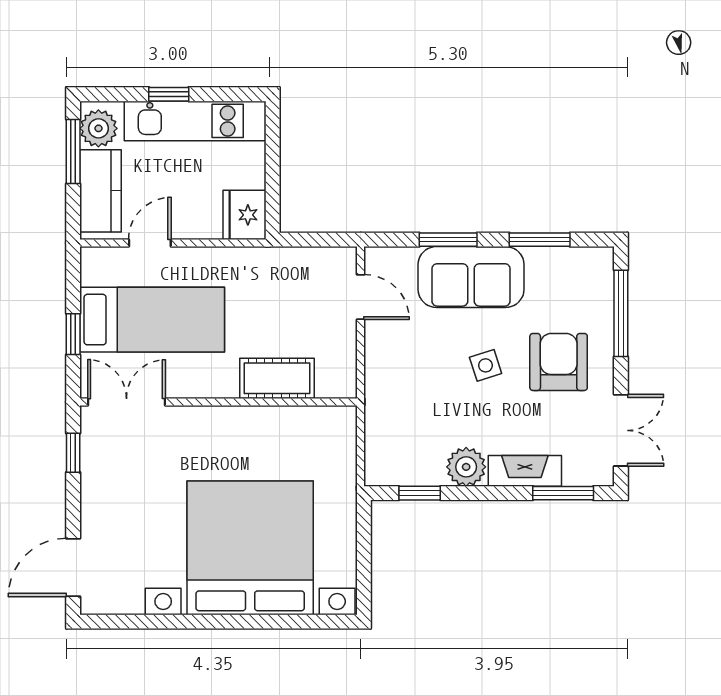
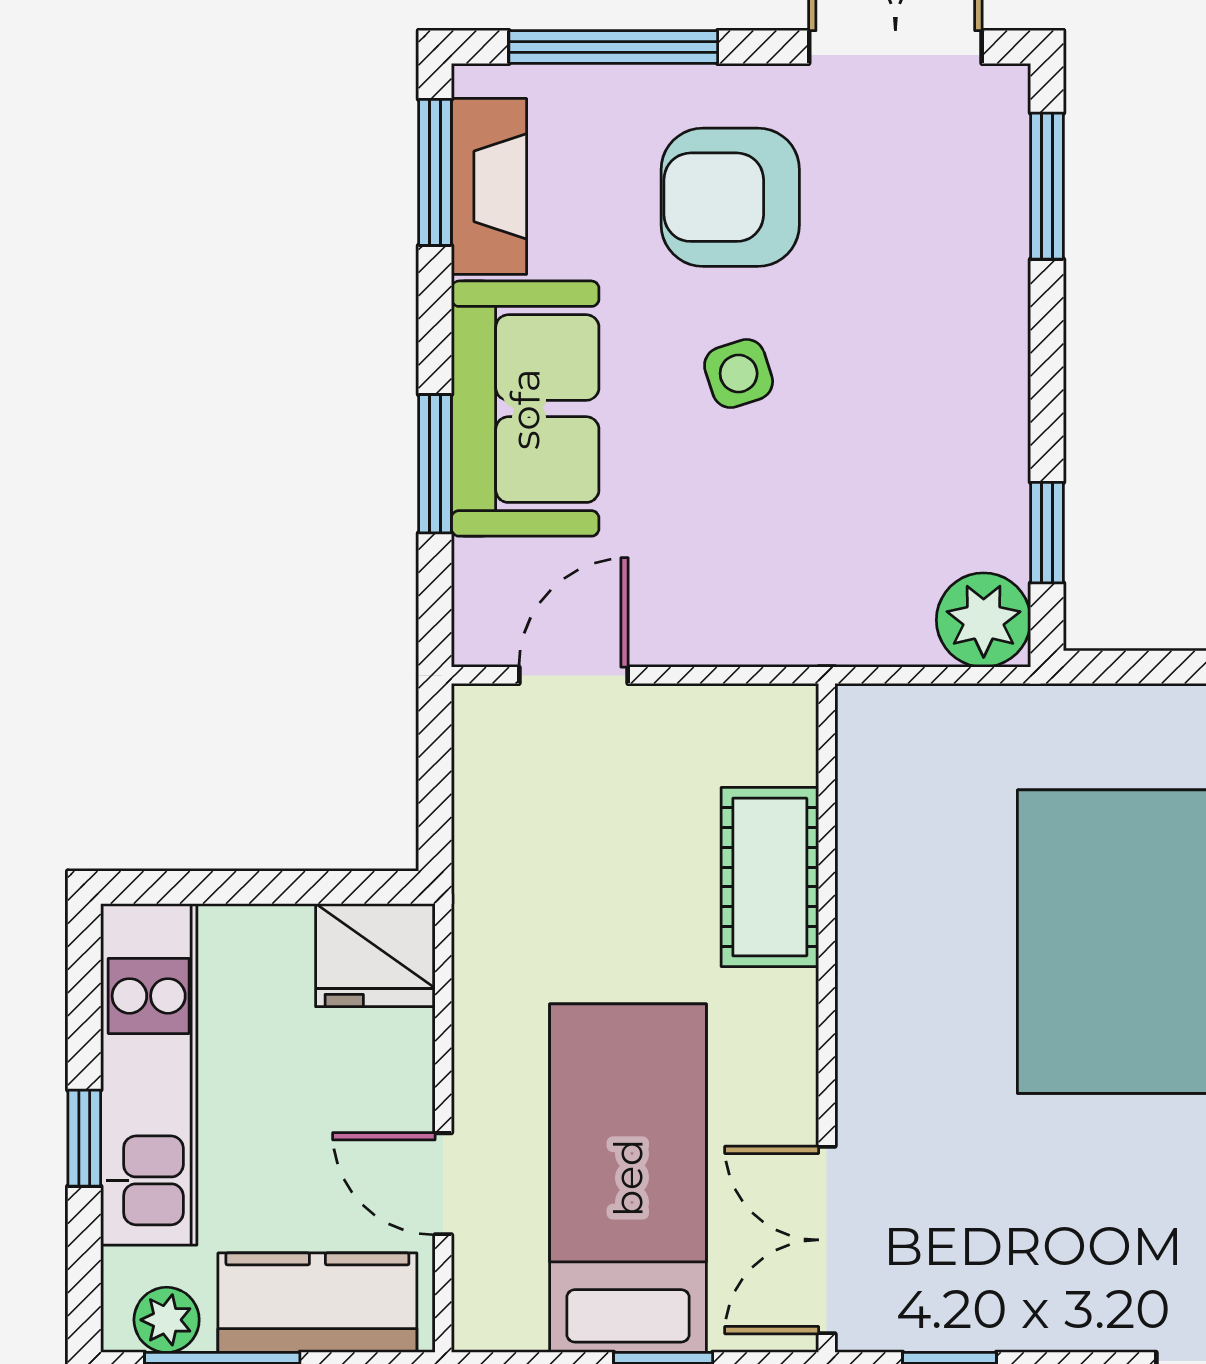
plant: (98, 128) -> (167, 1320), width x0.73, depth x0.73
window: (540, 240) -> (435, 172), moved
plant: (466, 467) -> (984, 620), moved
fireplace: (525, 471) -> (489, 186), moved, turned 180

